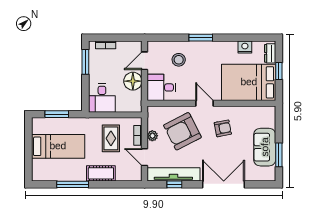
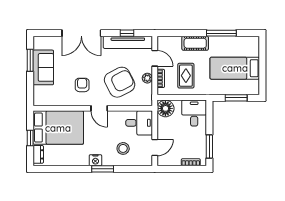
nightstand: (245, 47) -> (95, 160), moved
floor lamp: (133, 81) -> (165, 108), moved
armchair: (223, 128) -> (82, 85), turned 101

